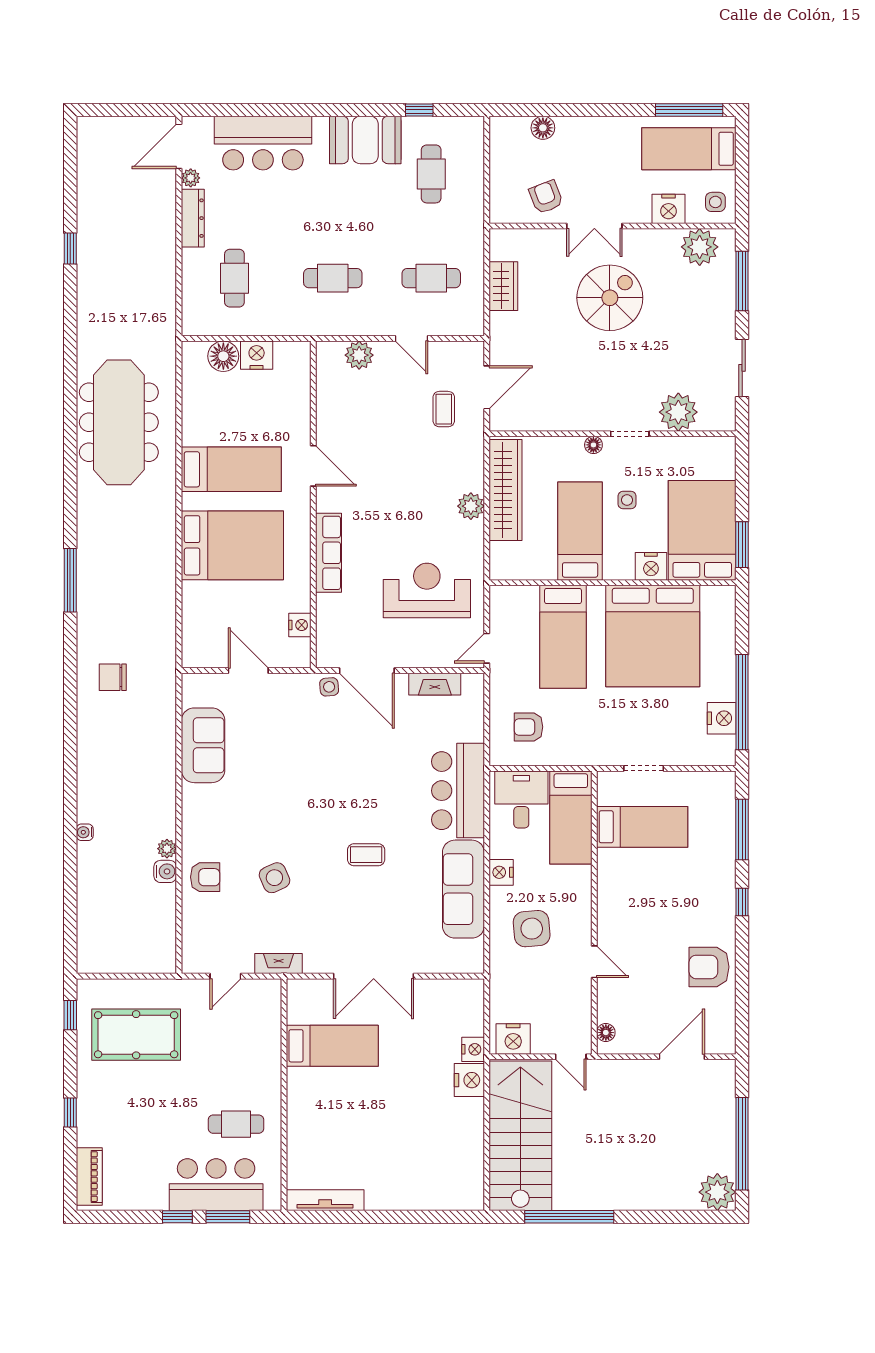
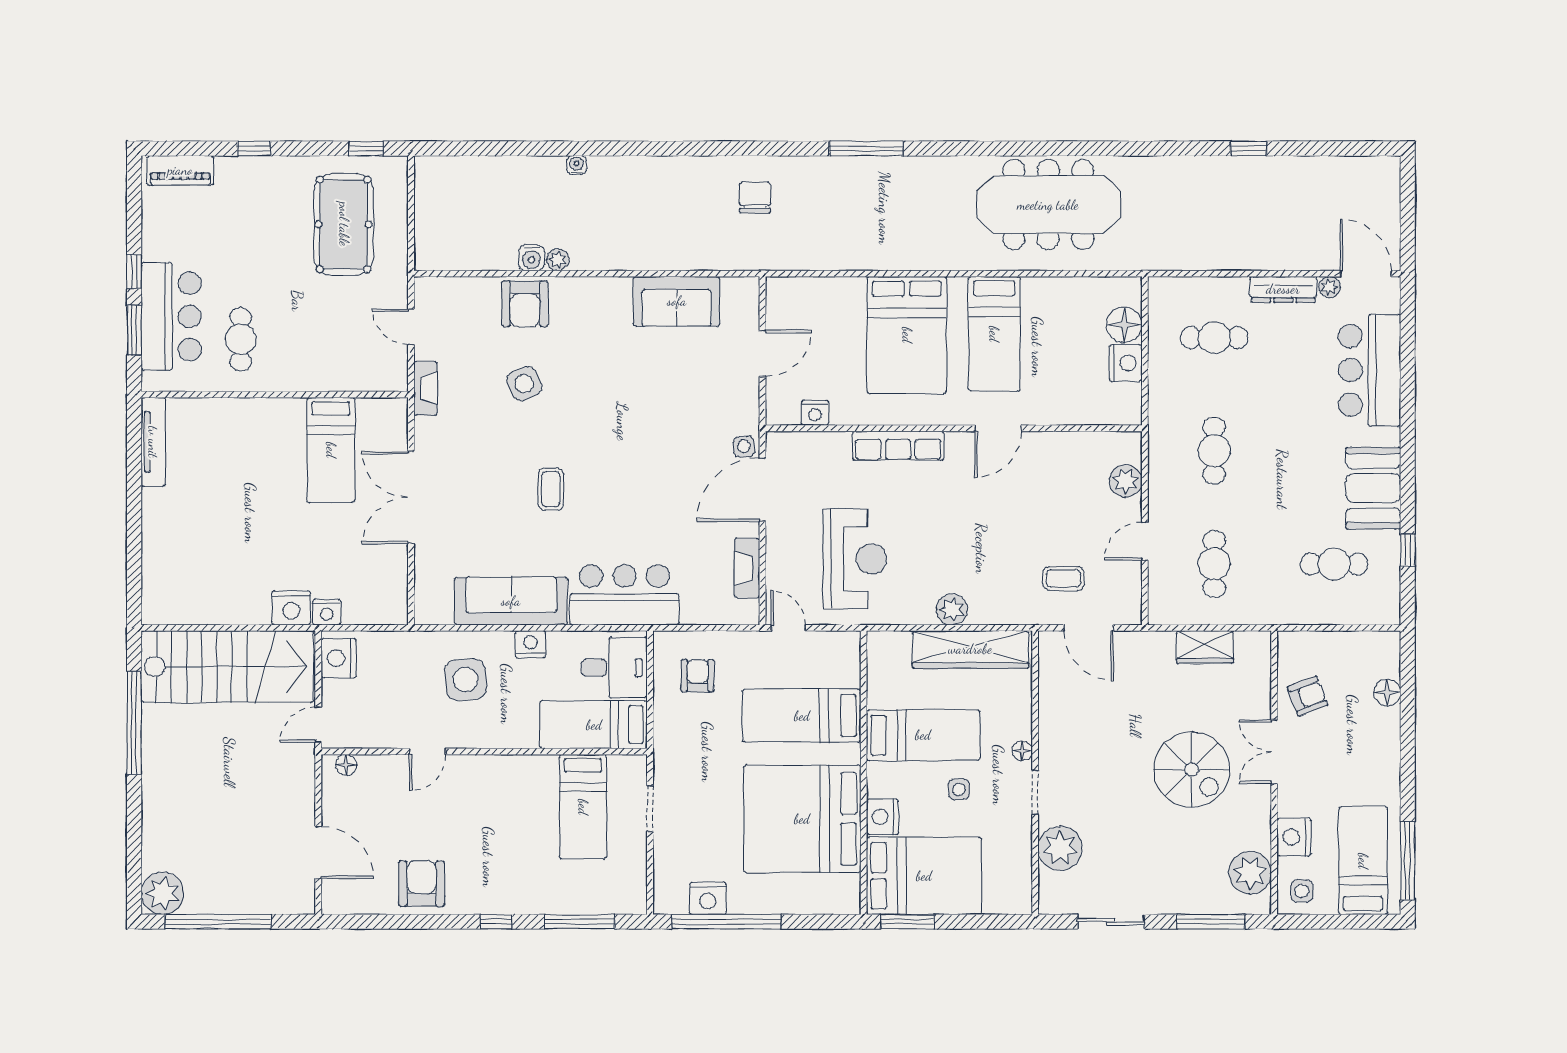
armchair: (205, 877) -> (525, 304), width x1.38, depth x1.38

